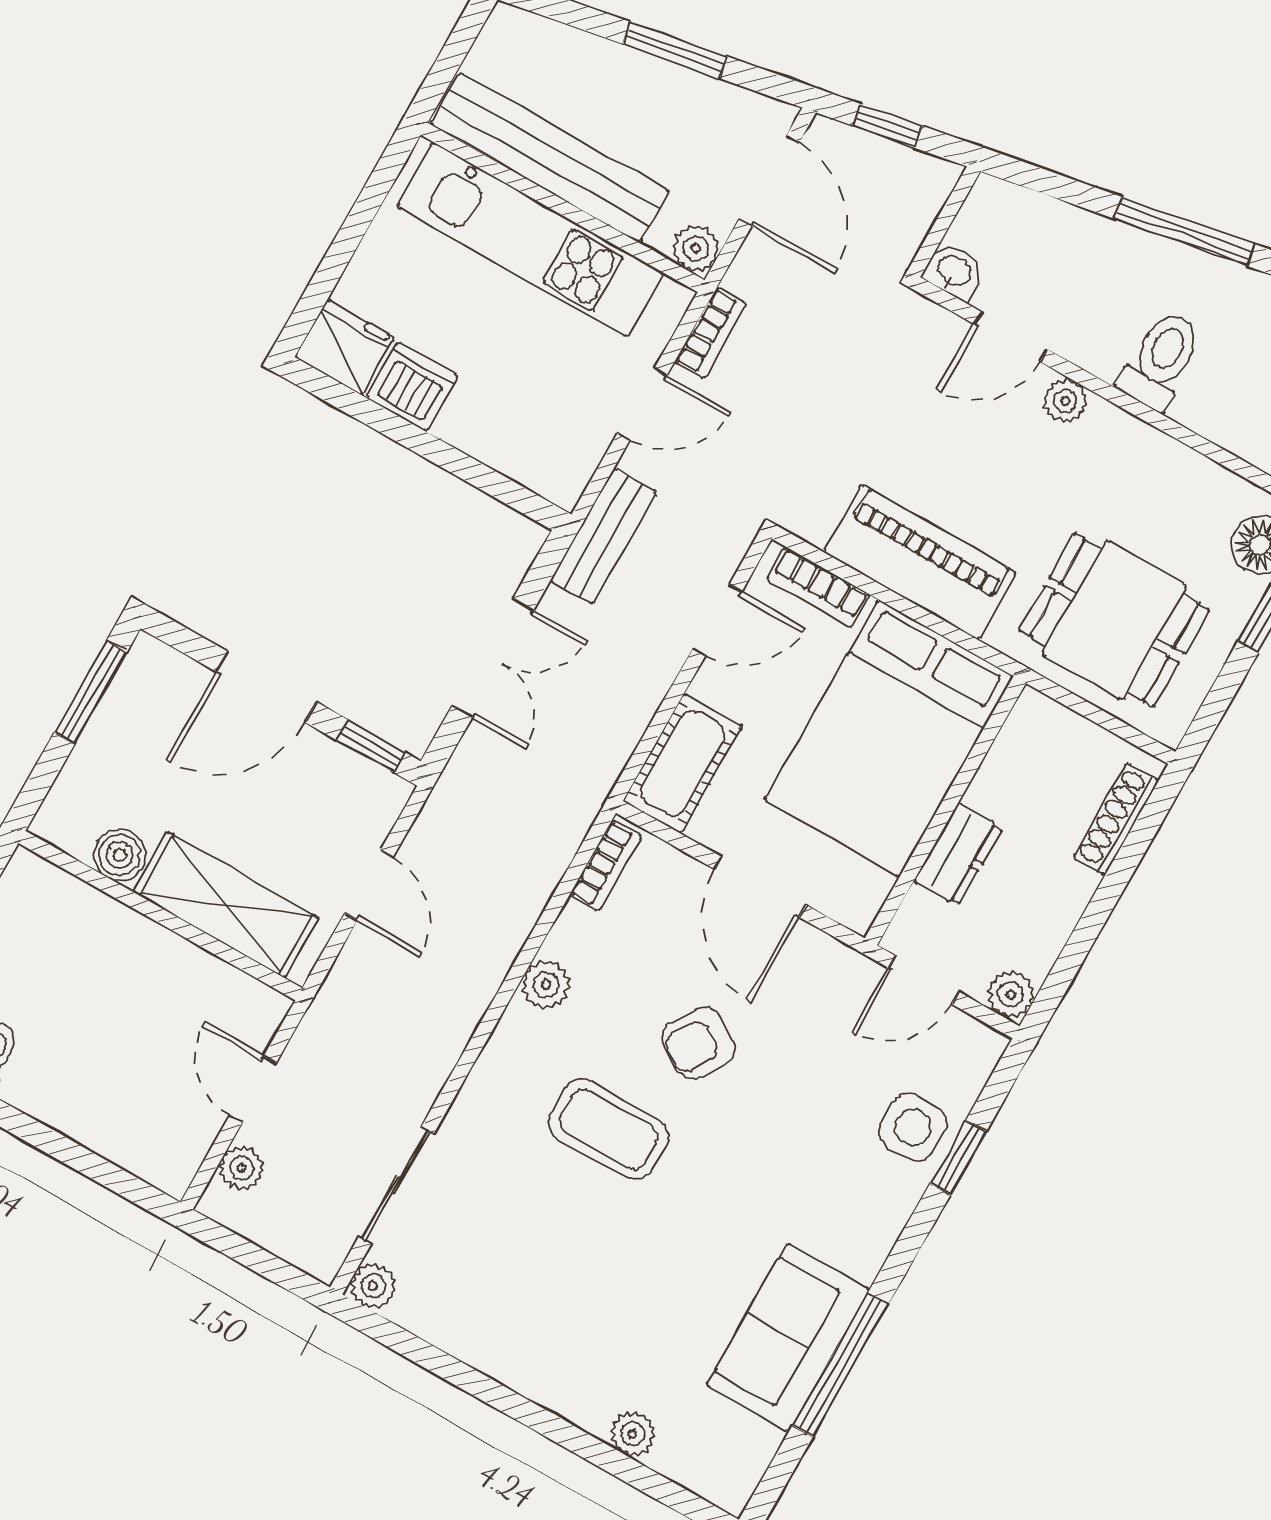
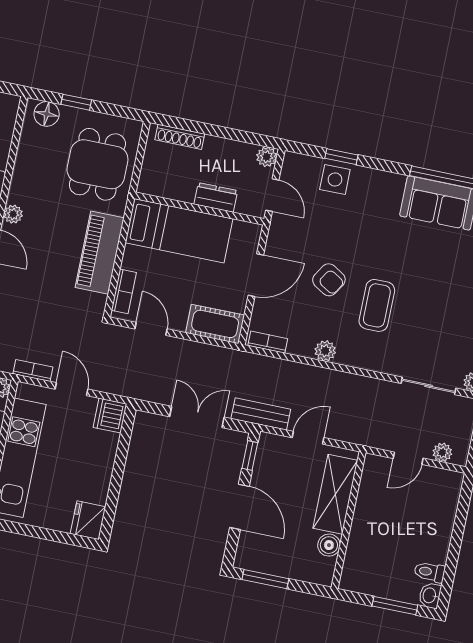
dishwasher: (412, 387) -> (110, 416), moved
bench: (604, 536) -> (261, 414), moved
bed: (889, 738) -> (179, 231), width x0.67

